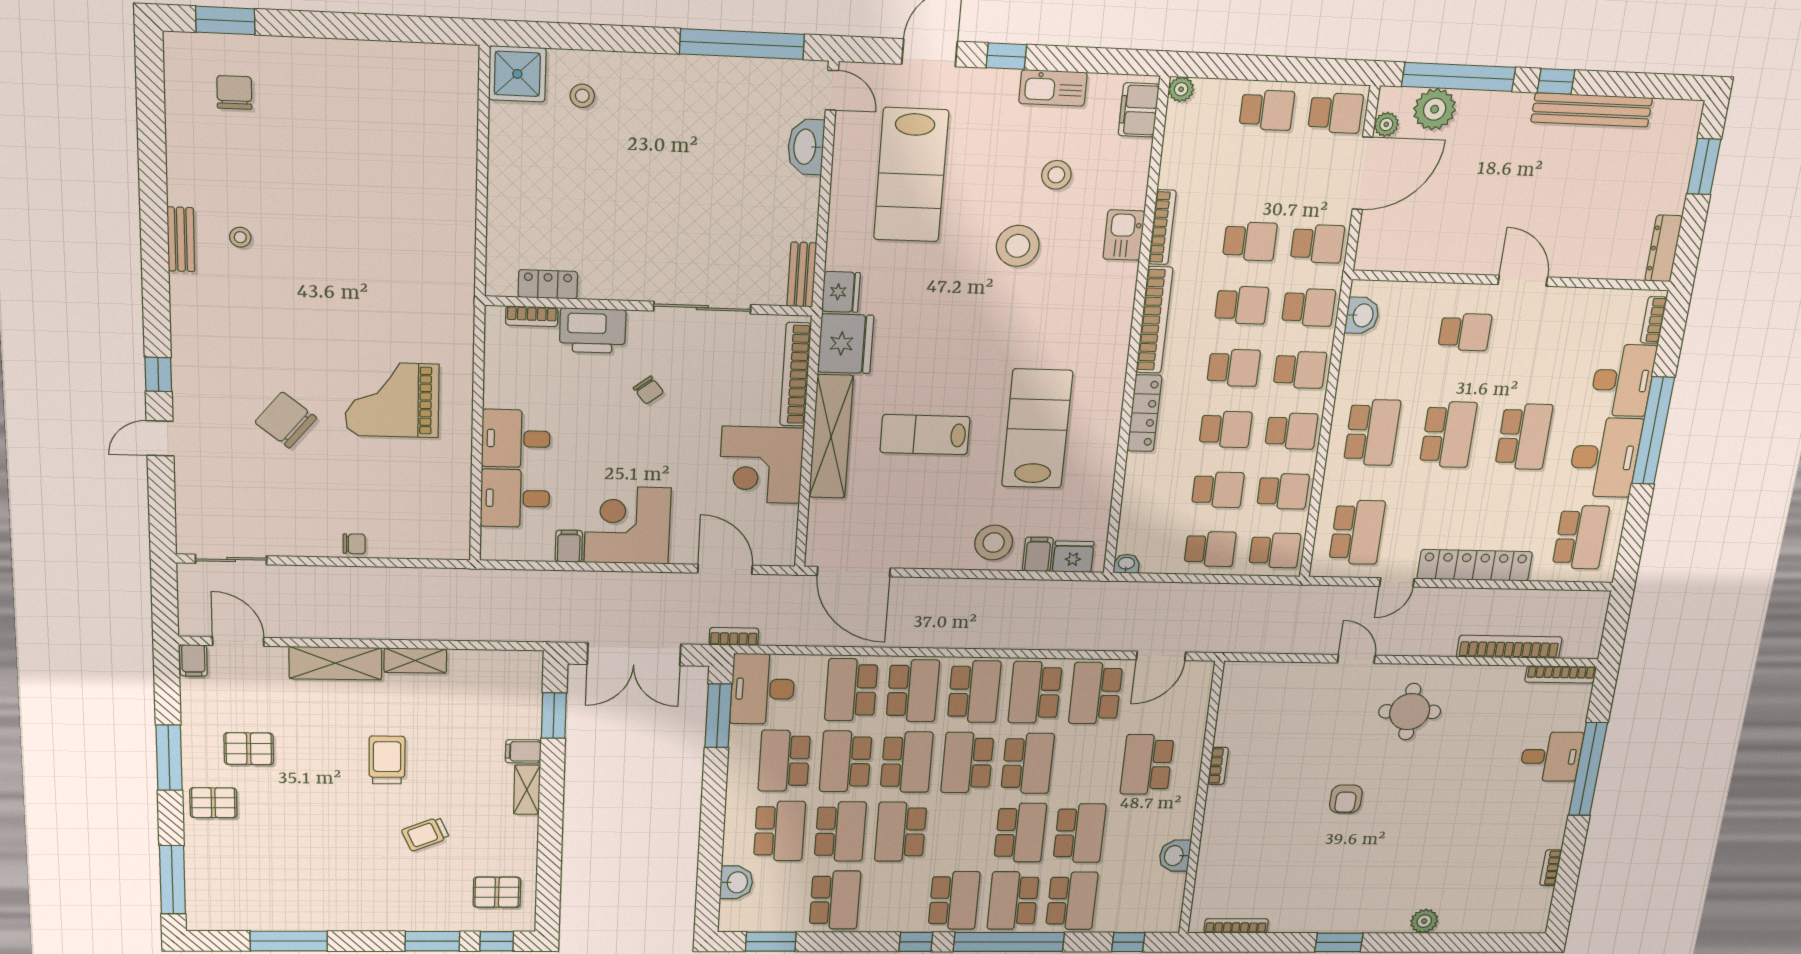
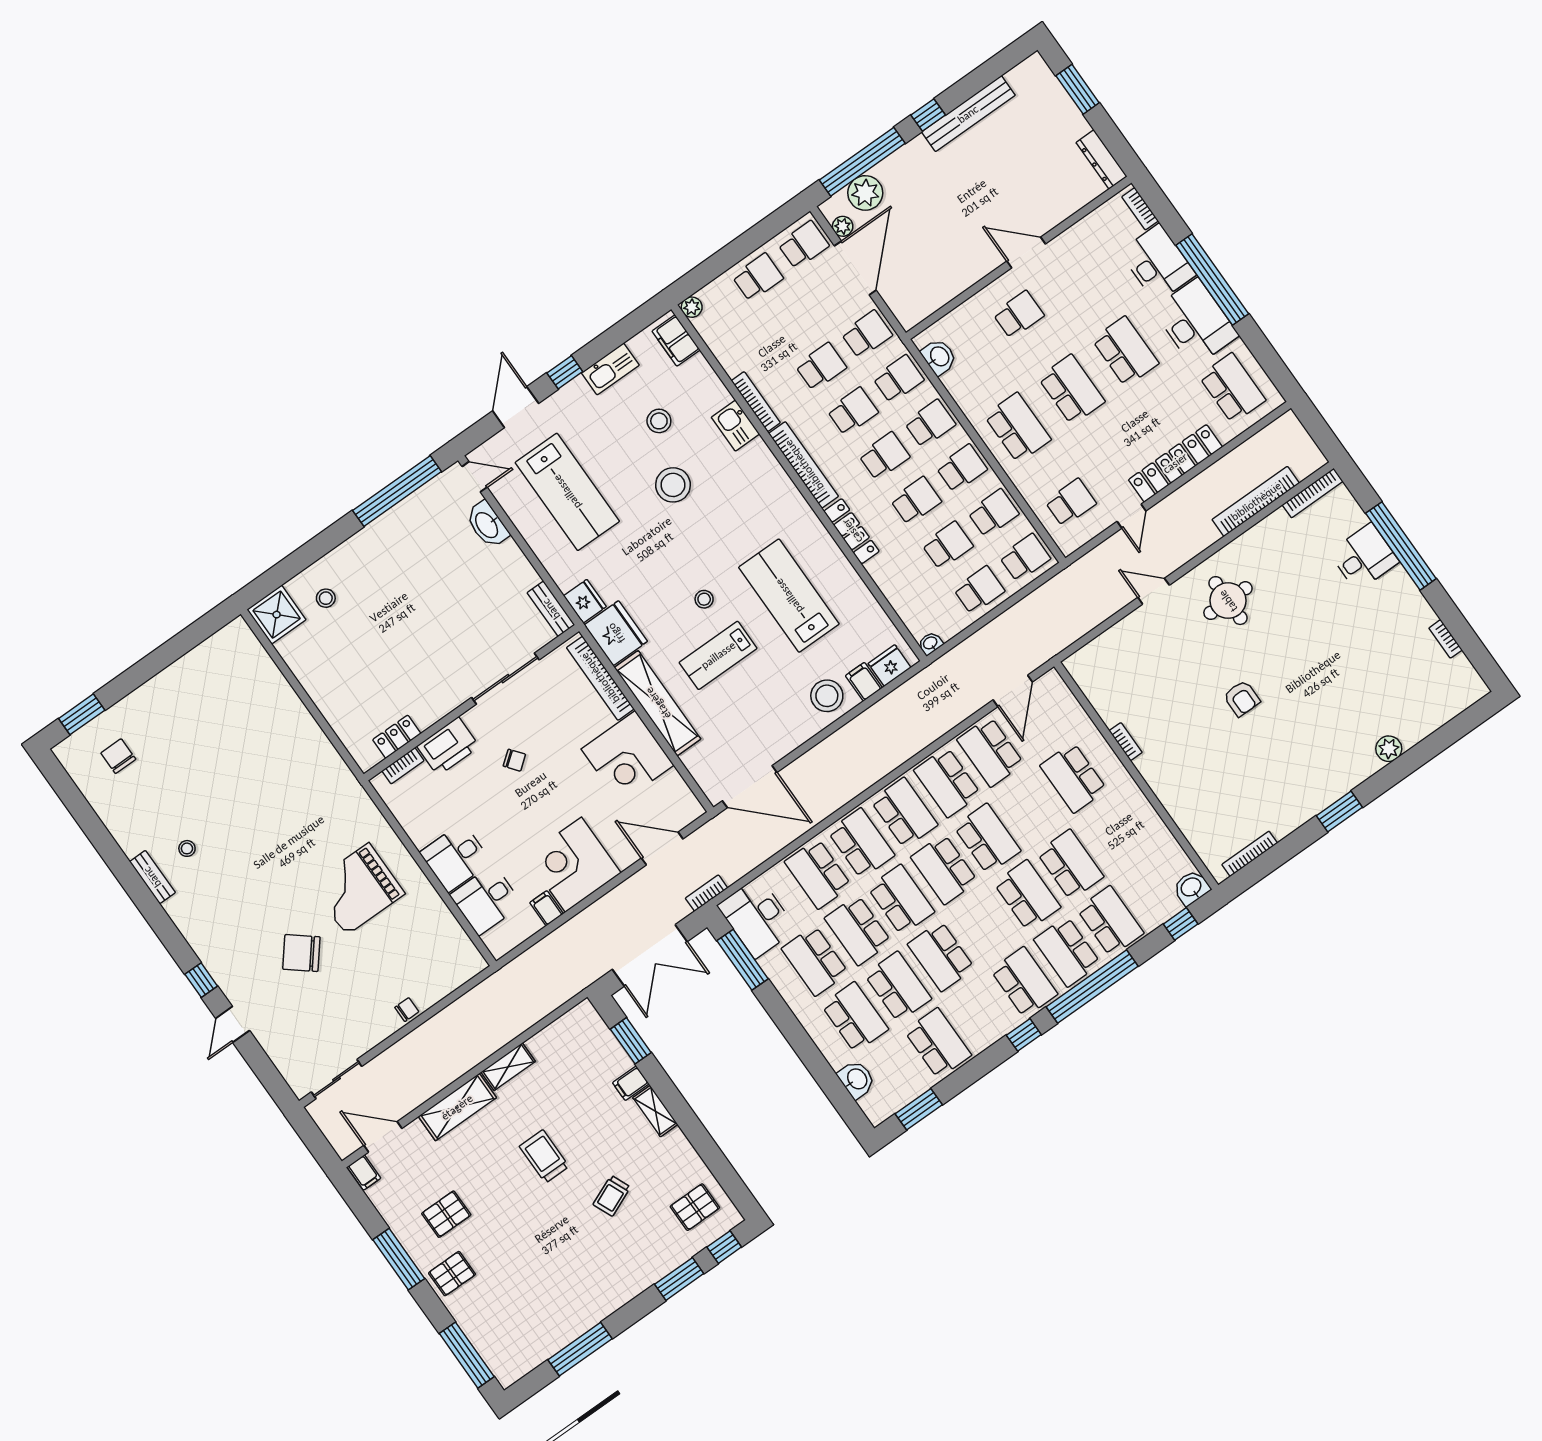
stool: (956, 374) -> (704, 599), added
school desk: (1357, 532) -> (1071, 503), width x0.54
washbasin: (1175, 856) -> (1191, 888), moved, turned 90

